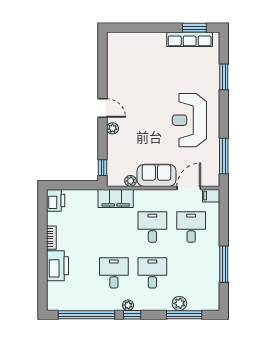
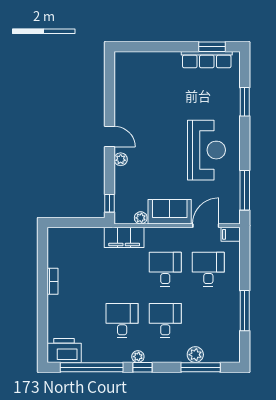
reception desk: (189, 120) -> (206, 150), turned 180
printer: (56, 200) -> (57, 240), removed
printer: (58, 266) -> (64, 350), moved, turned -90

